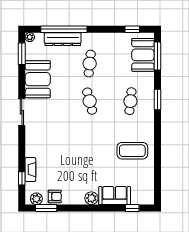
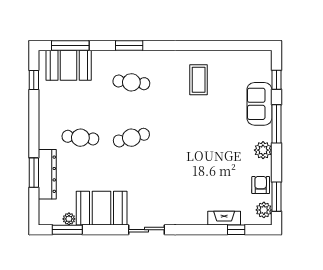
window: (64, 29) -> (34, 173), width x0.47
plant: (30, 37) -> (69, 219), moved
coffee table: (132, 151) -> (199, 80), width x0.73, depth x0.76
plant: (91, 198) -> (263, 150), moved
window: (100, 208) -> (276, 124), added

